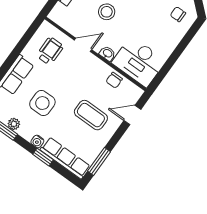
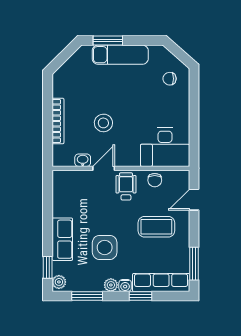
wheelchair: (50, 51) -> (126, 186), moved
washbasin: (107, 53) -> (83, 160), moved
plant: (14, 124) -> (111, 285), moved

